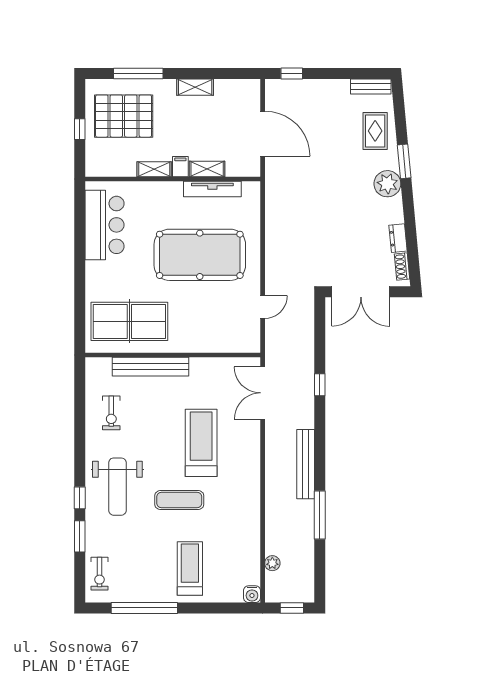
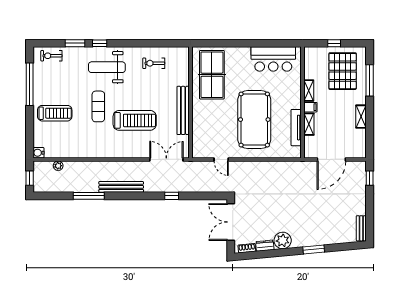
rug: (375, 131) -> (333, 231), removed
plant: (387, 184) -> (283, 240), moved
bench: (150, 367) -> (183, 110), moved

